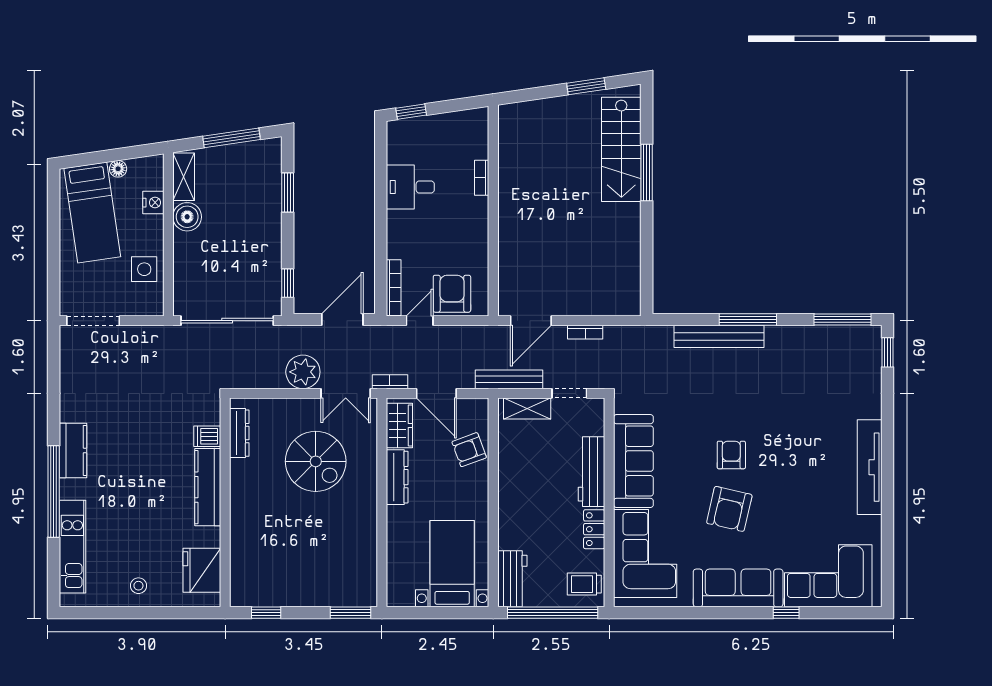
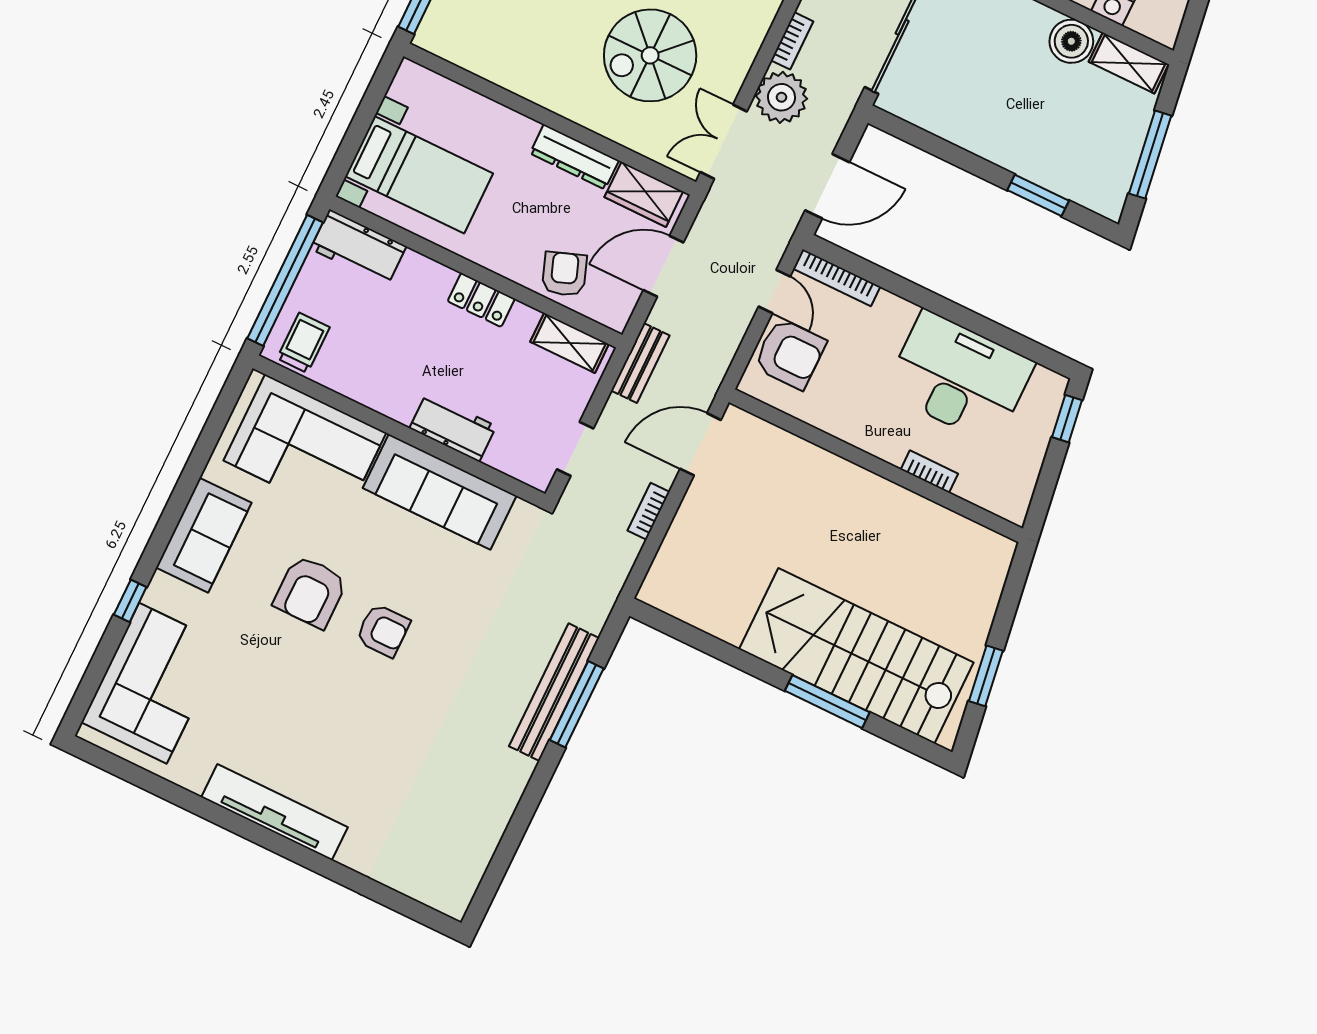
stairs: (621, 149) -> (856, 656), width x1.36, depth x1.51
desk: (410, 187) -> (959, 377), width x1.87, depth x1.30
window: (288, 283) -> (913, 135), removed
door: (342, 320) -> (827, 186), hinge flipped
window: (748, 320) -> (577, 704), moved
window: (843, 320) -> (495, 873), removed
door: (531, 321) -> (701, 444), hinge flipped
window: (887, 352) -> (420, 913), removed
bench: (509, 379) -> (640, 363), width x0.73
bookcase: (390, 382) -> (792, 41), moved
shelving: (527, 408) -> (570, 343), moved, turned 90
workbench: (591, 472) -> (453, 427), width x0.73
armchair: (729, 509) -> (310, 592), turned -103
locker: (594, 529) -> (481, 300), moved, turned 180
sofa: (738, 588) -> (204, 535), width x0.73

